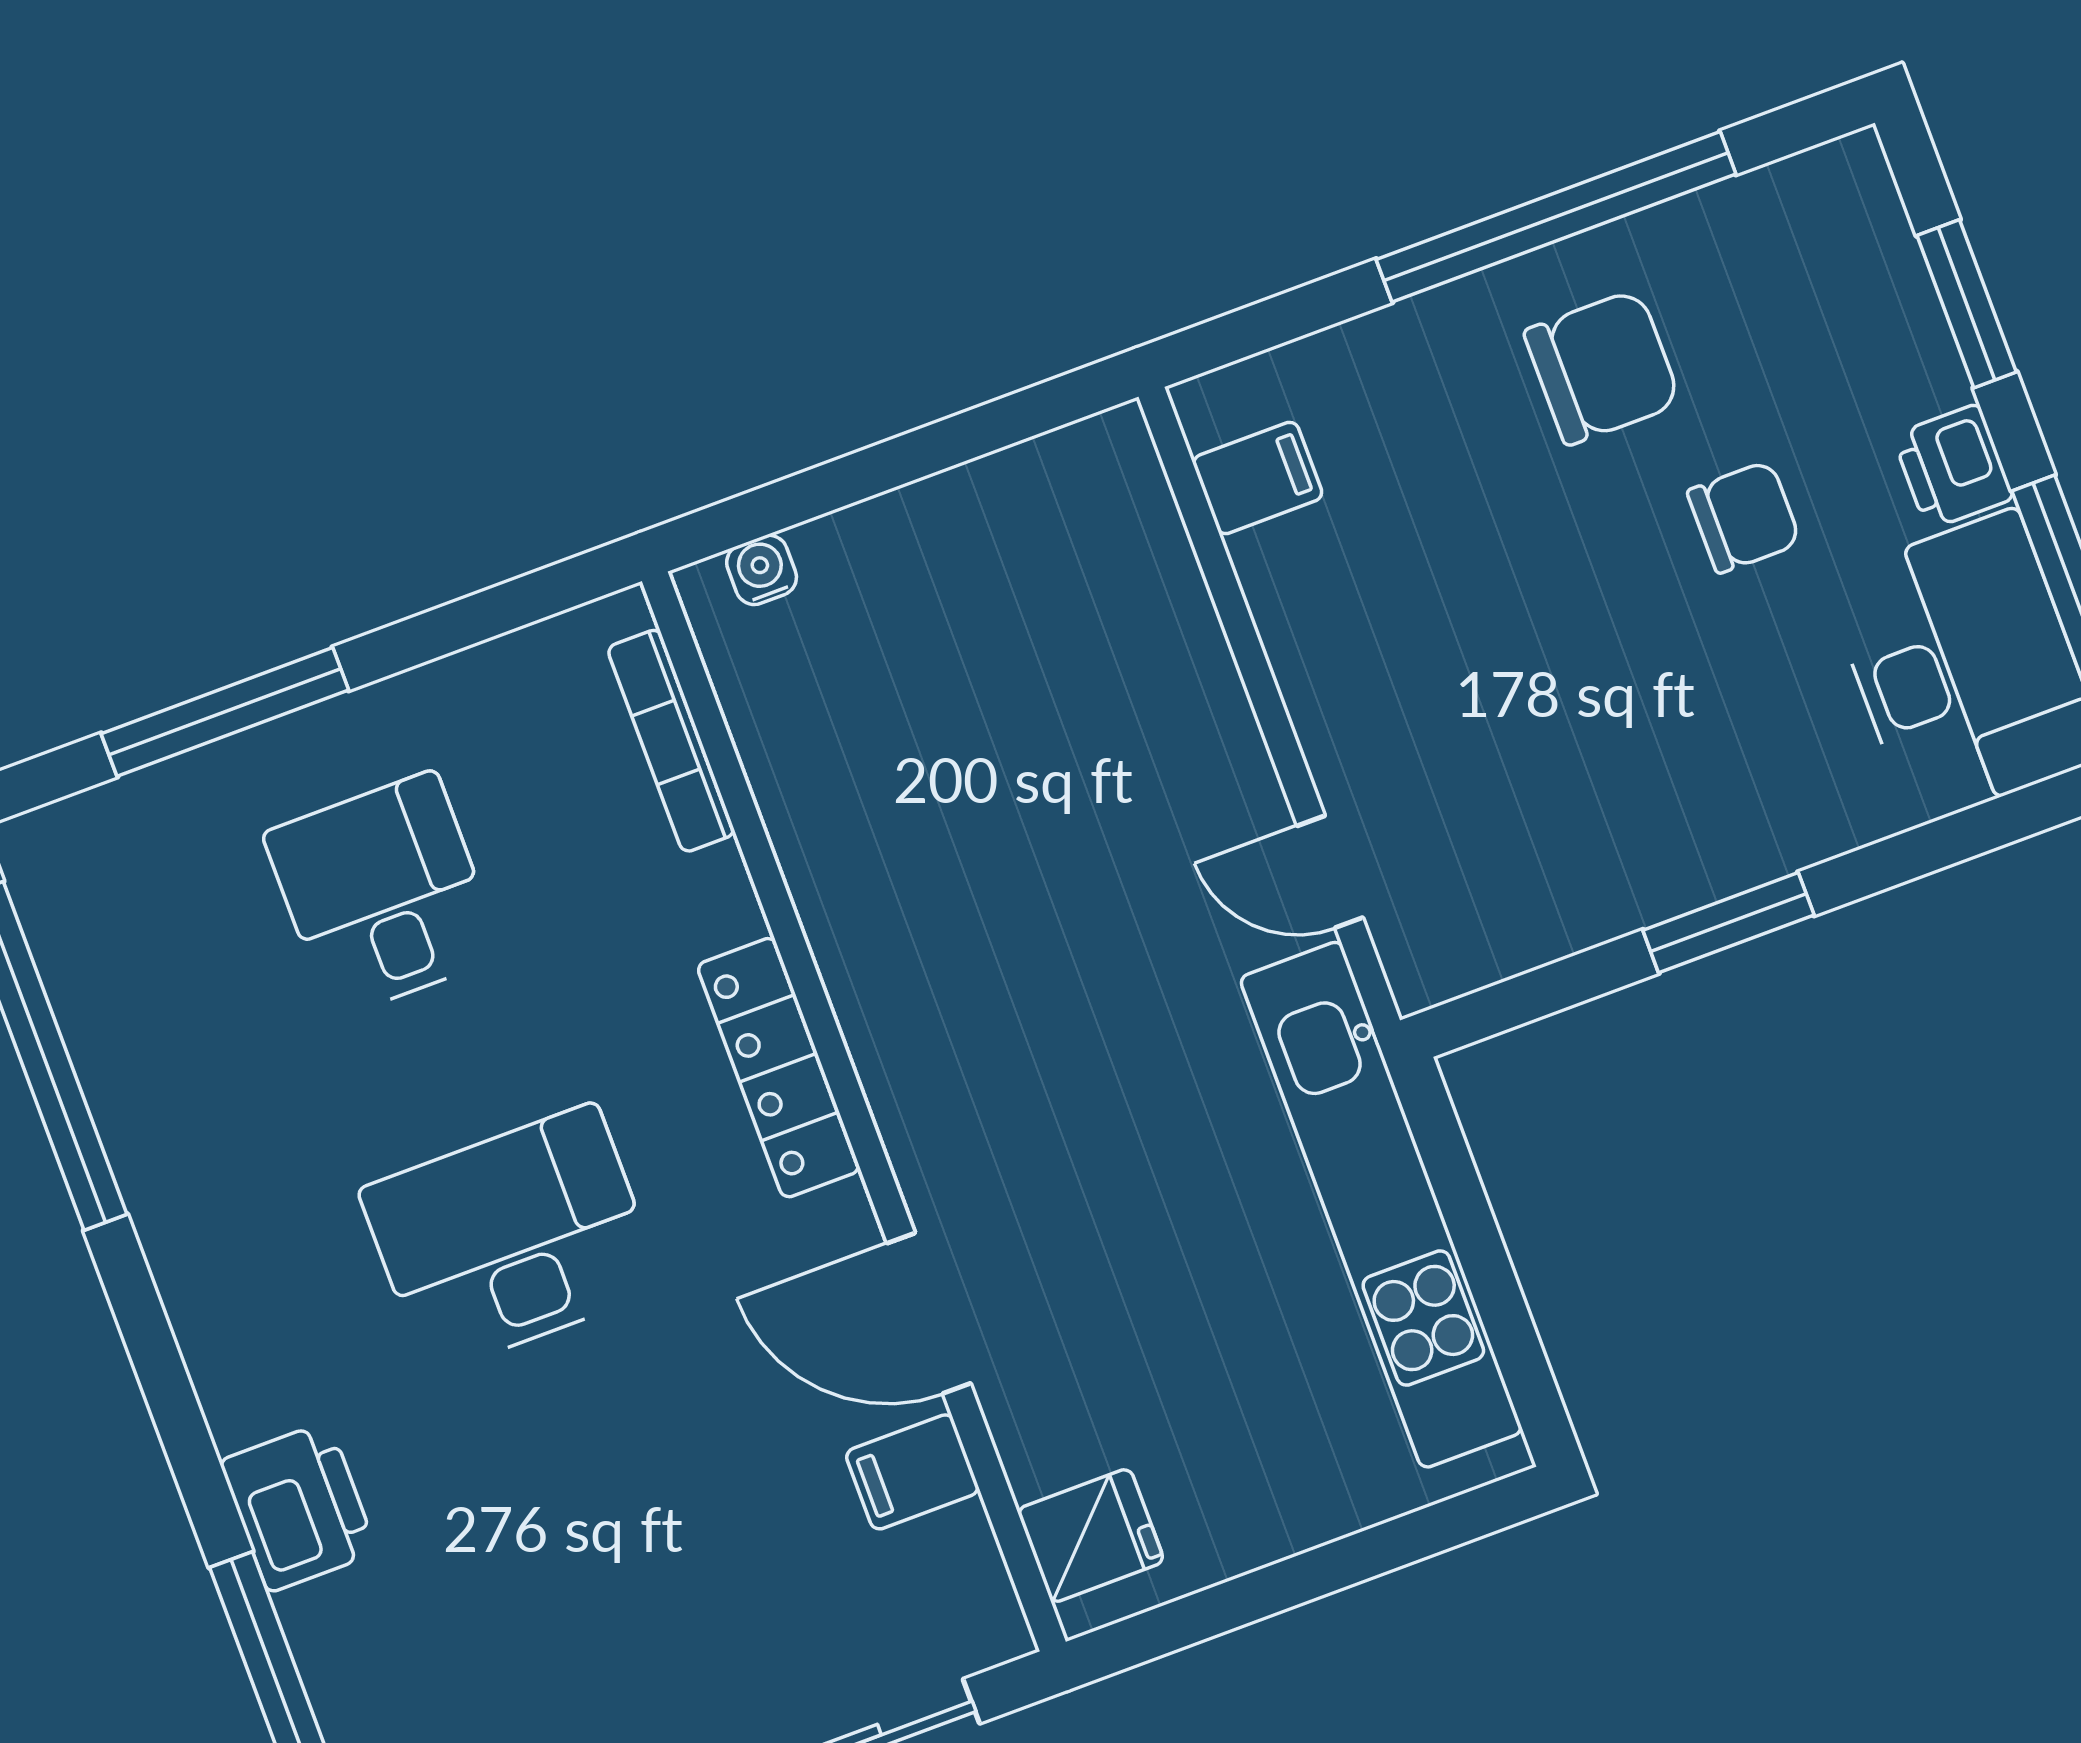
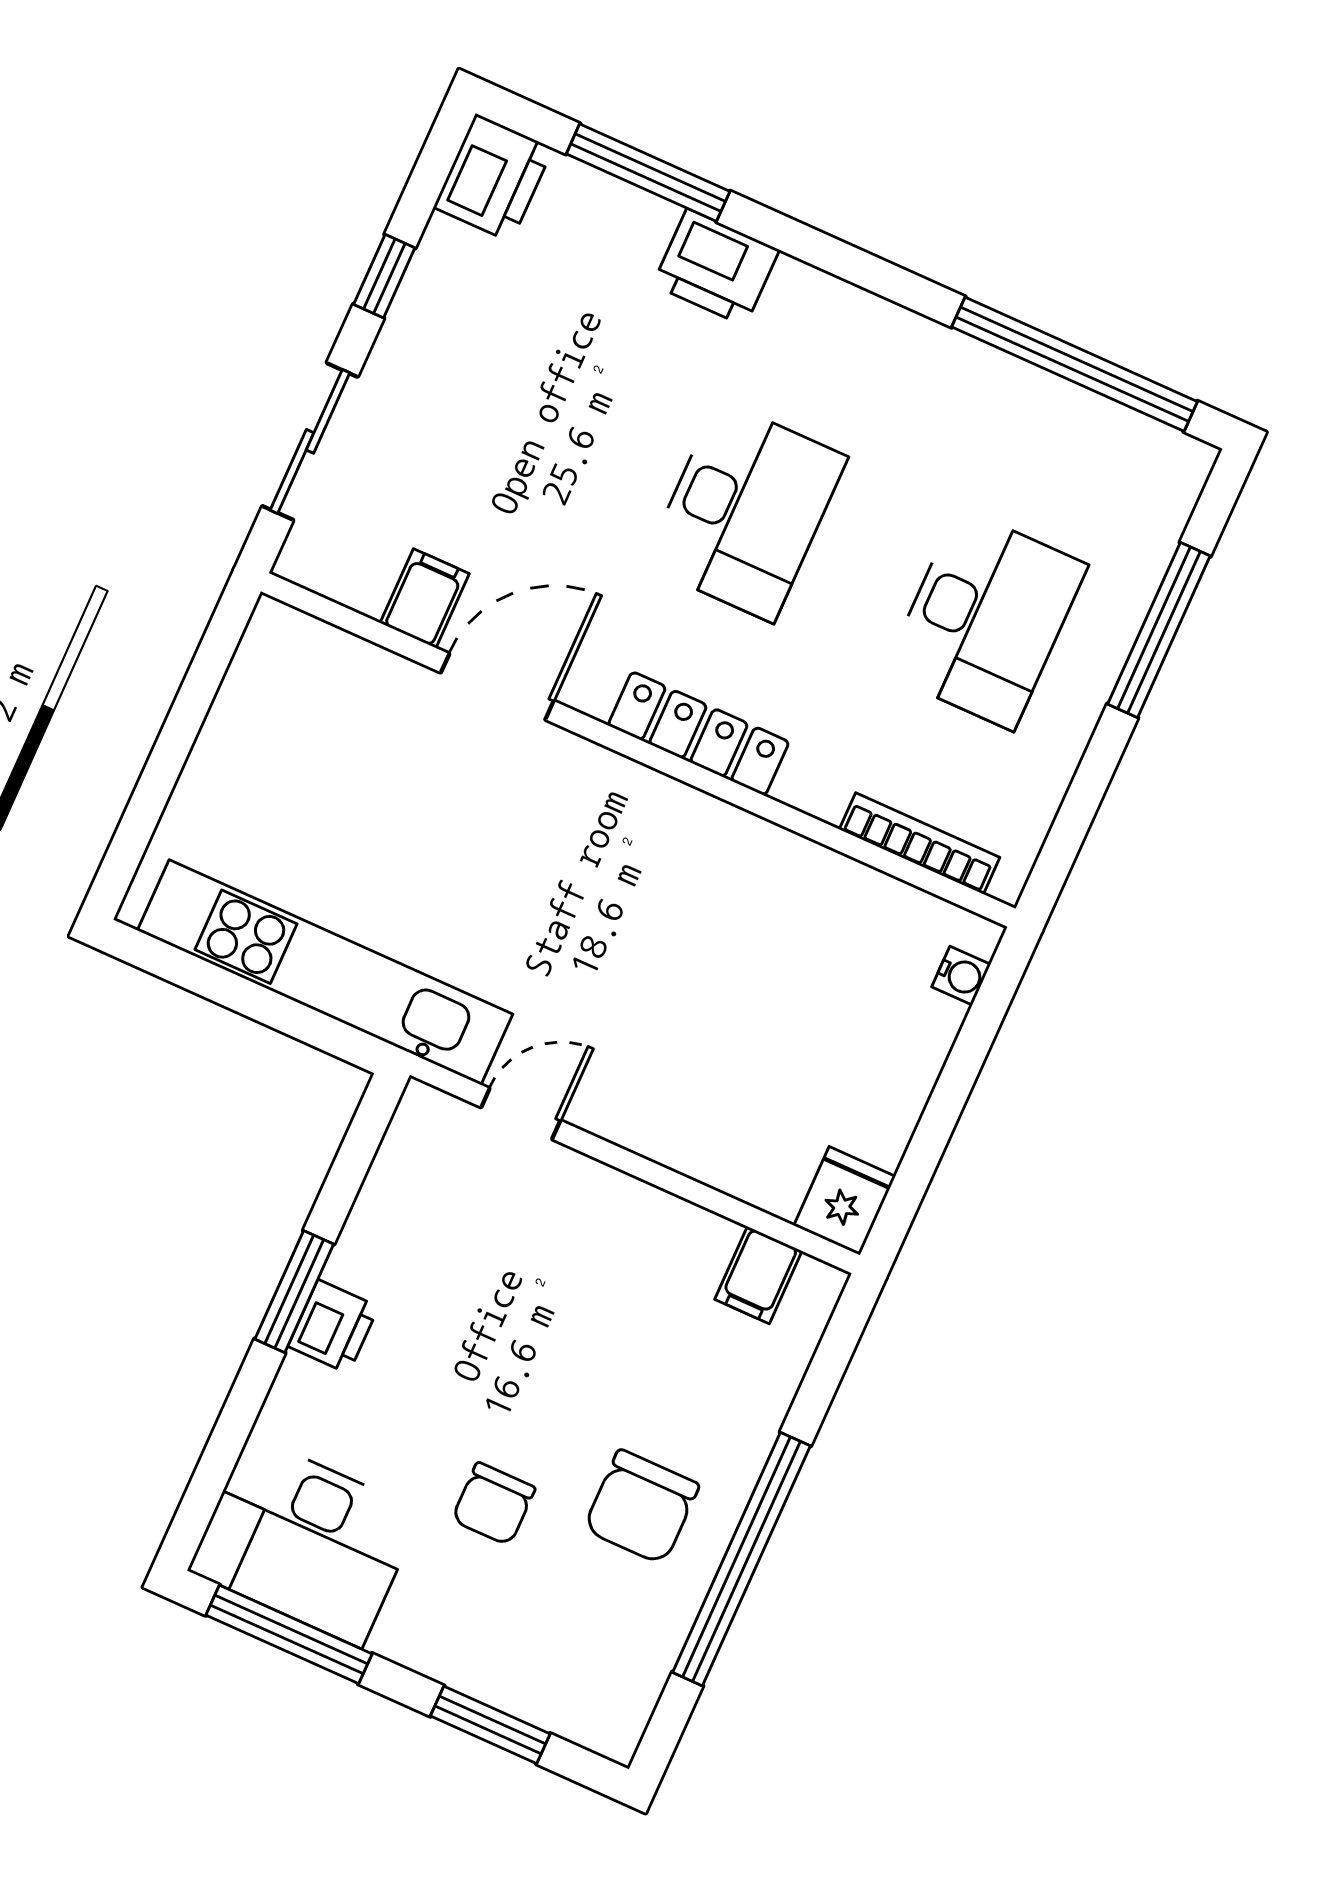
printer: (1953, 467) -> (333, 1327), moved, turned 90
desk: (383, 895) -> (986, 619), width x1.37
fridge: (1091, 1536) -> (845, 1201), moved, turned 180

